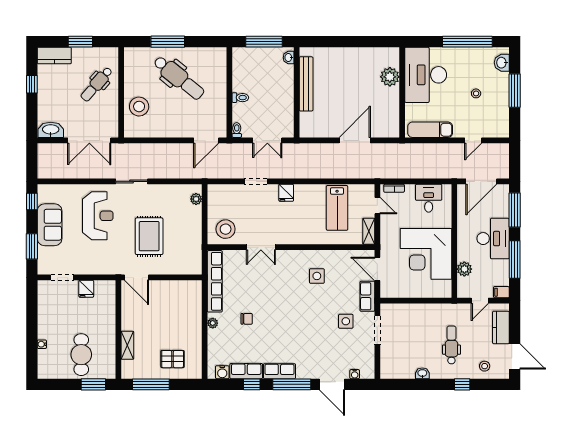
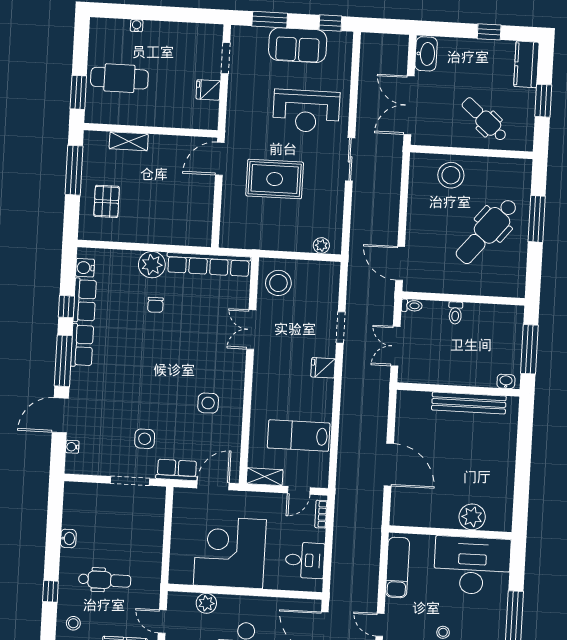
plant: (213, 323) -> (152, 265), width x1.88, depth x1.88

